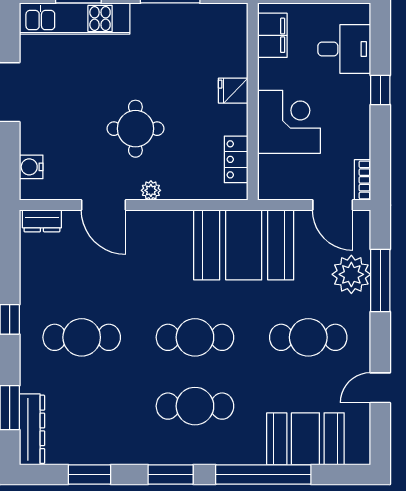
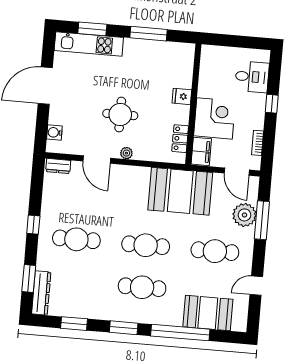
filing cabinet: (272, 35) -> (201, 151), moved
bookcase: (362, 180) -> (258, 143), moved

